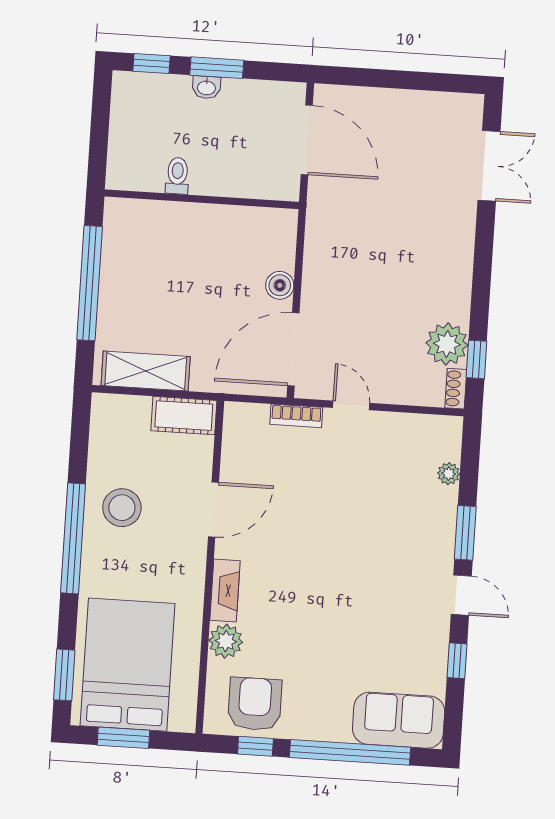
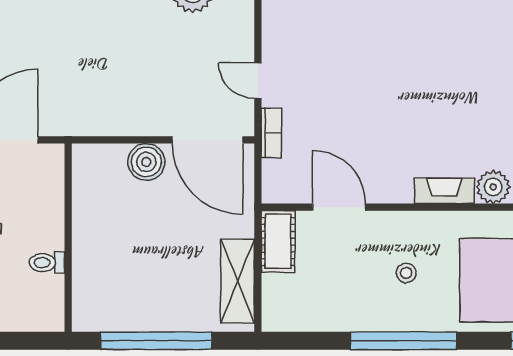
boiler: (280, 285) -> (146, 162), width x1.36, depth x1.36
door: (351, 405) -> (258, 81), hinge flipped
stool: (122, 508) -> (406, 273), moved, width x0.53, depth x0.53
door: (213, 510) -> (339, 207), moved

